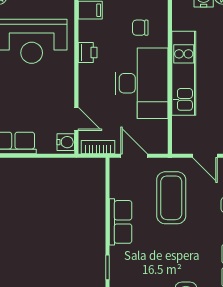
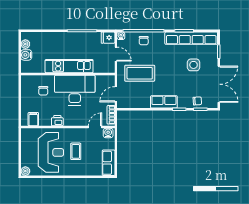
coffee table: (34, 85) -> (76, 151), added
door: (205, 156) -> (116, 54), hinge flipped
row of seats: (121, 222) -> (164, 102), moved

